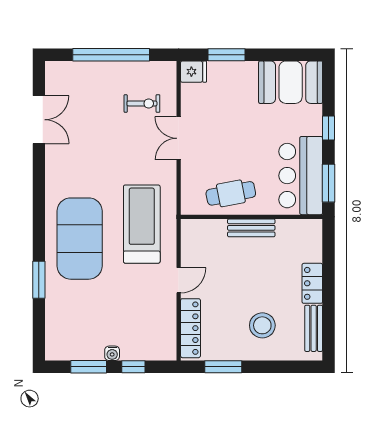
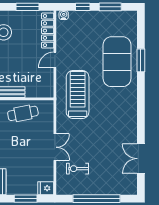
treadmill: (142, 224) -> (78, 95), turned 180
exercise mat: (80, 239) -> (117, 62), moved
water cooler: (112, 353) -> (64, 15), moved

